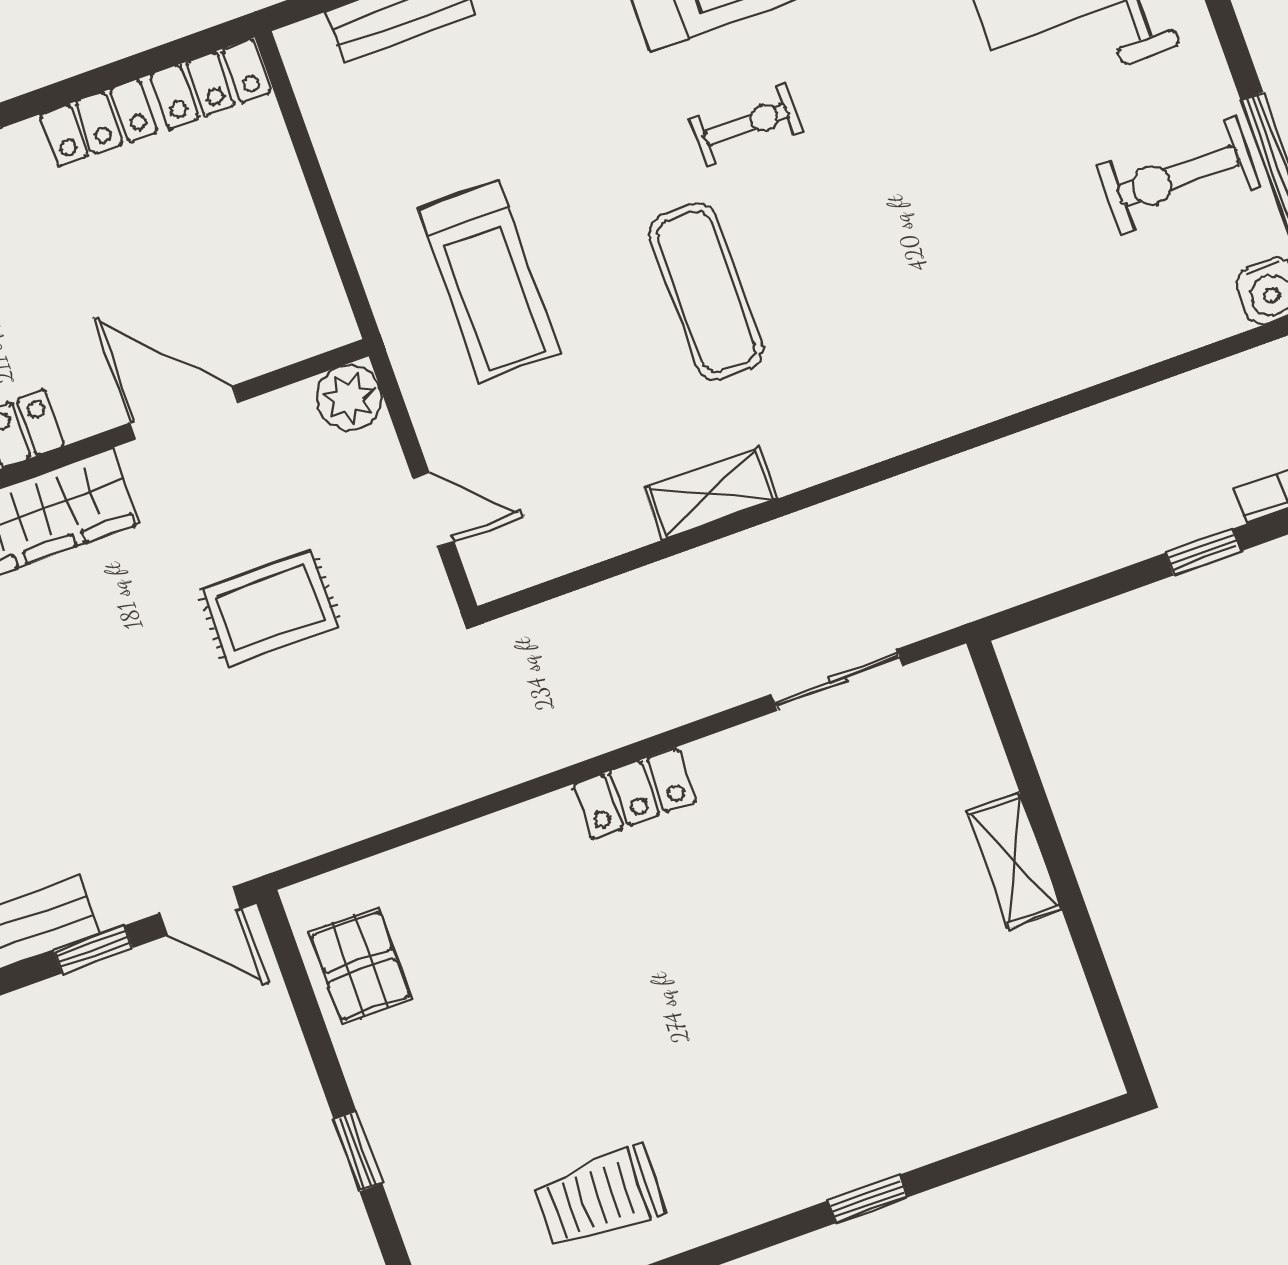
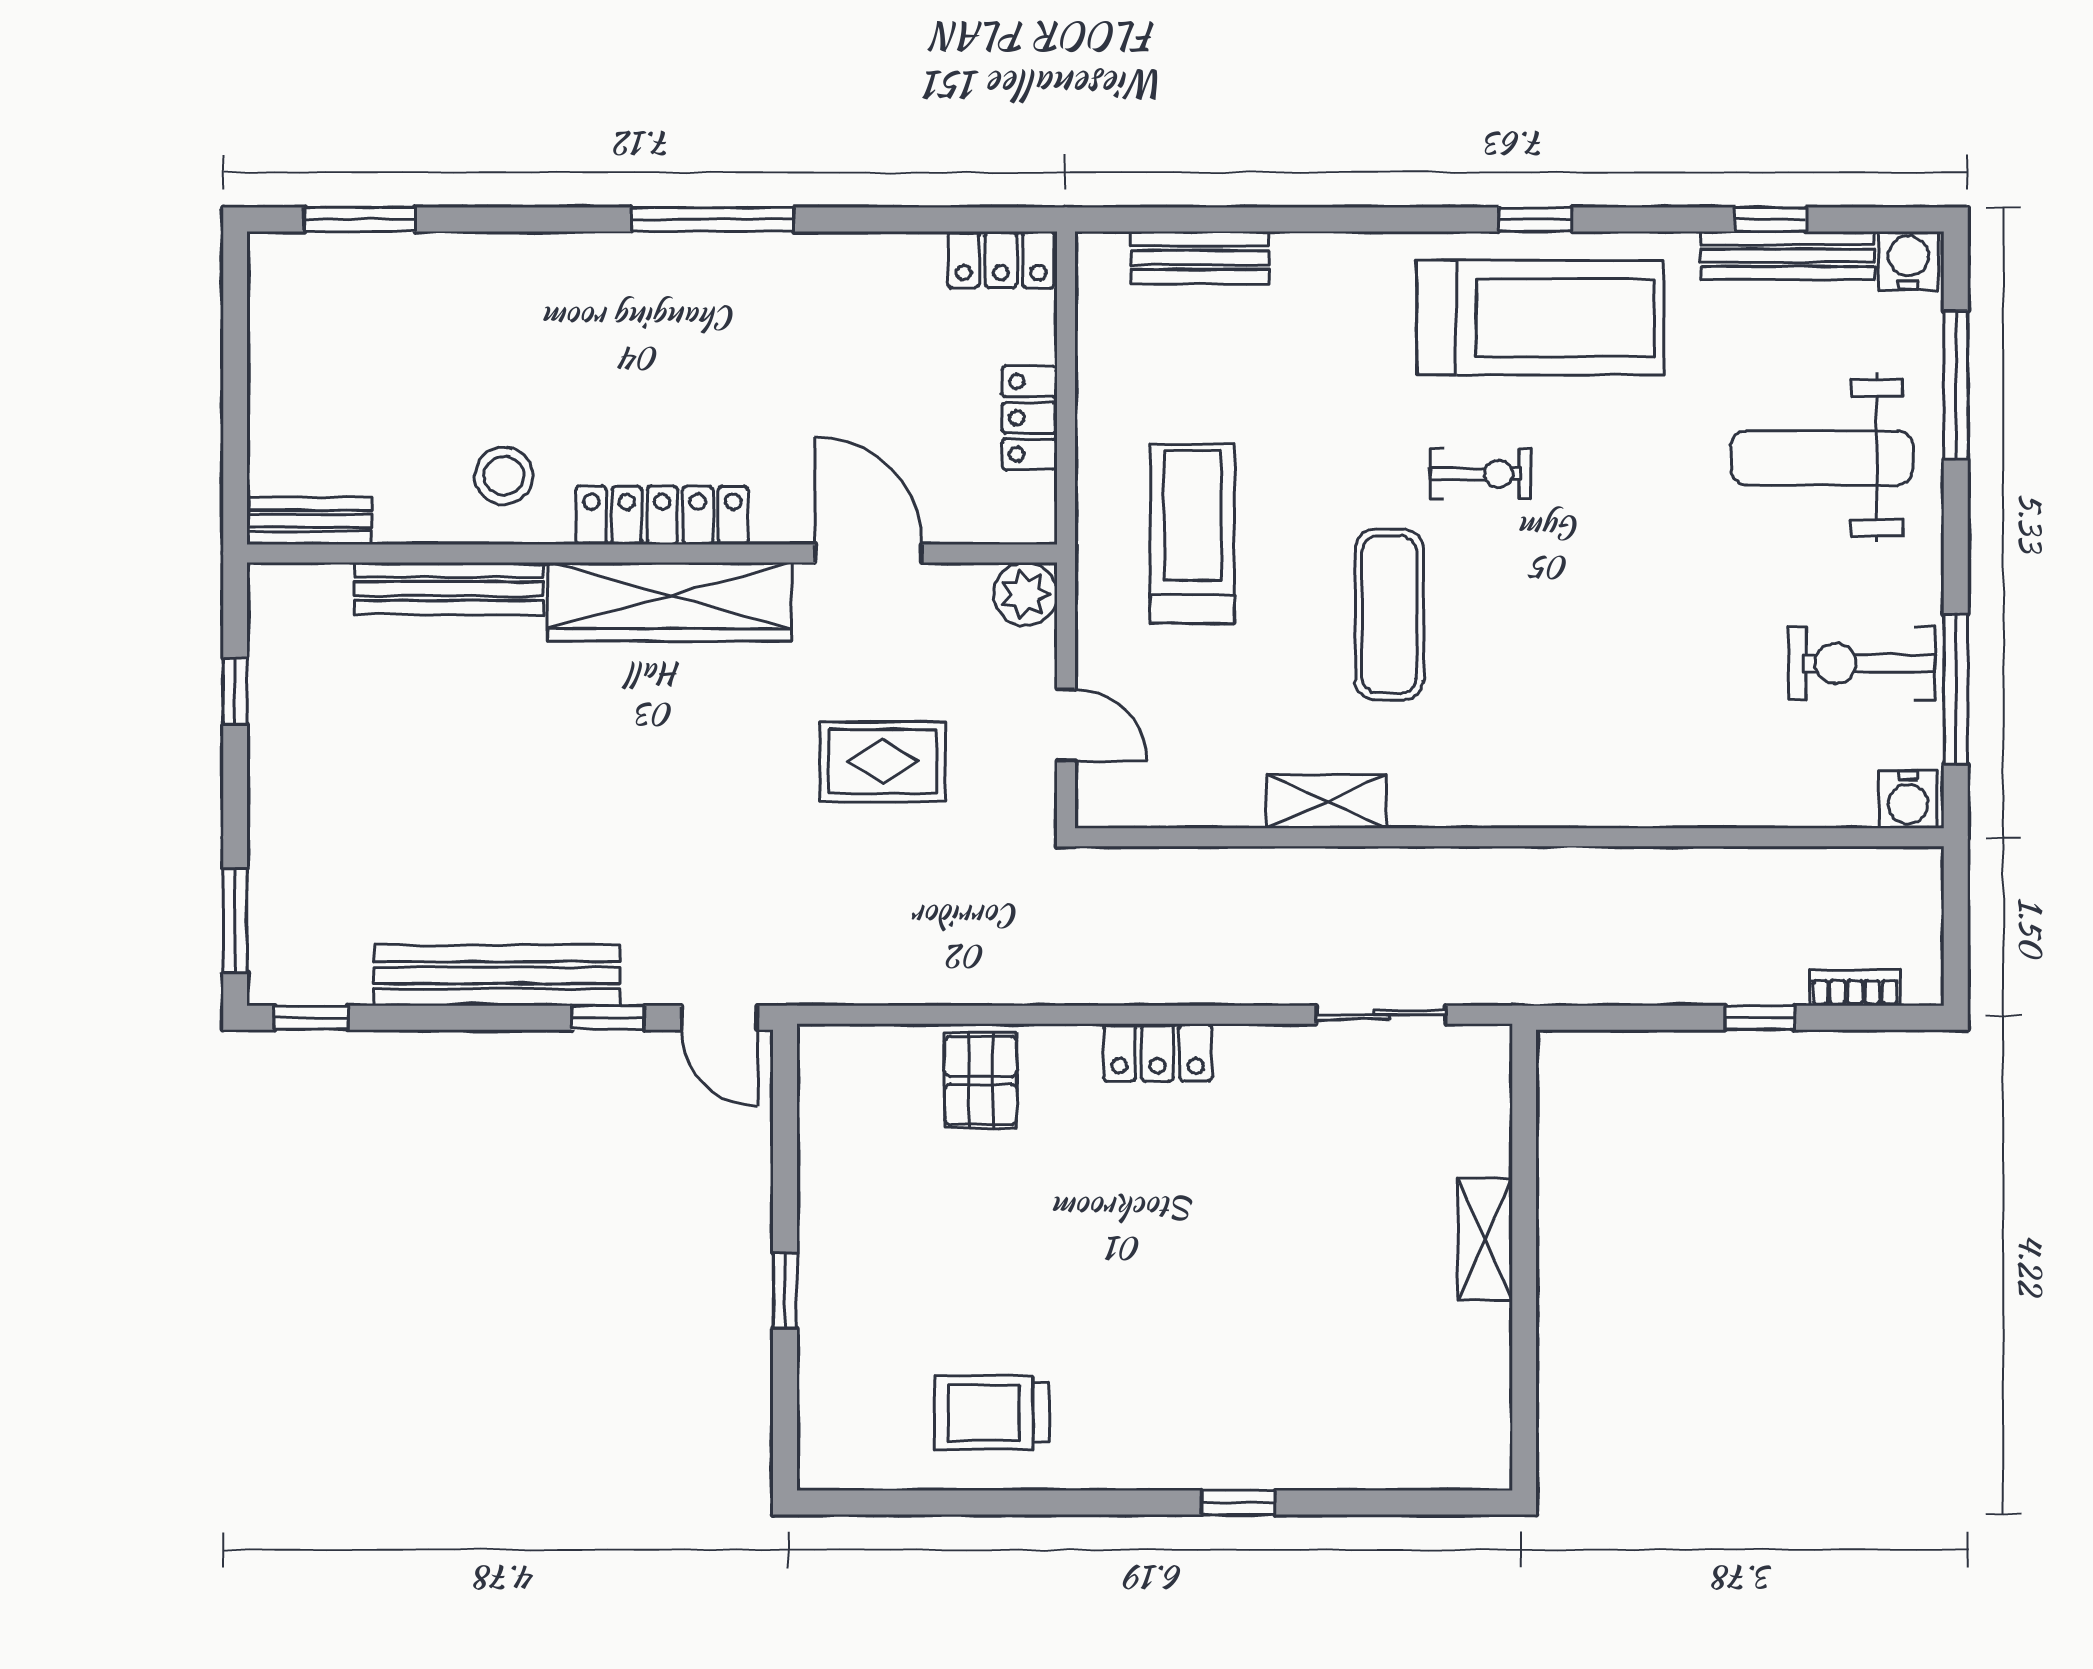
locker: (99, 123) -> (1029, 418), moved, turned 90
treadmill: (489, 281) -> (1192, 533), turned 180
pallet: (360, 966) -> (981, 1080), moved

